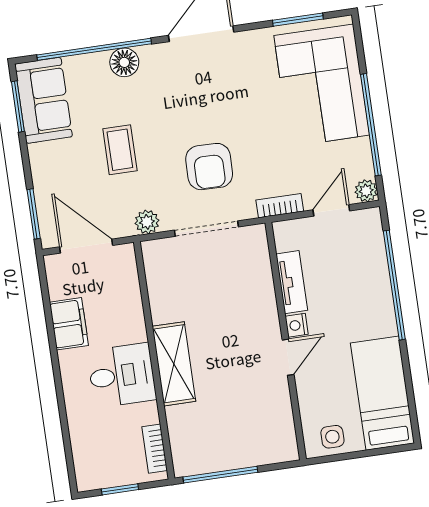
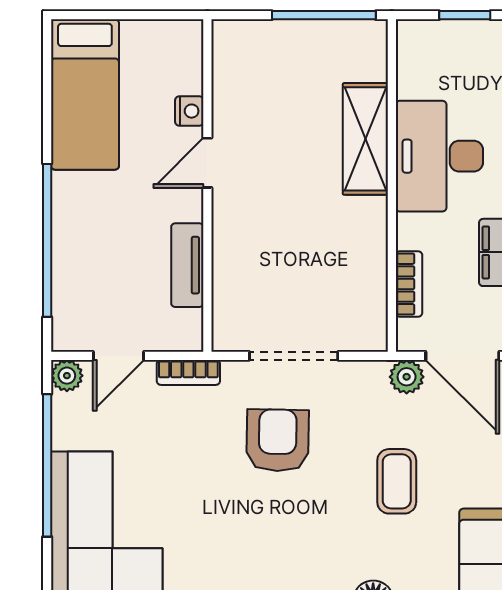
plant: (147, 222) -> (407, 377), moved
nightstand: (297, 325) -> (189, 111), moved
shelving: (174, 364) -> (365, 139), moved
desk: (122, 375) -> (439, 156), width x1.37
side table: (332, 437) -> (162, 45), removed
bookcase: (155, 449) -> (409, 284), moved

